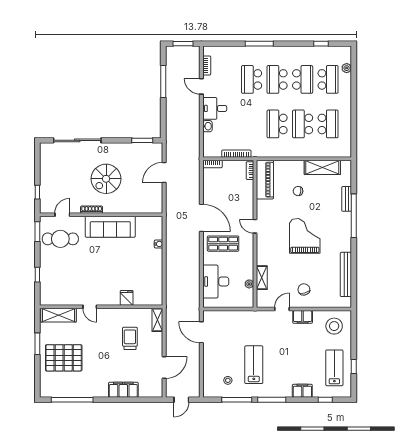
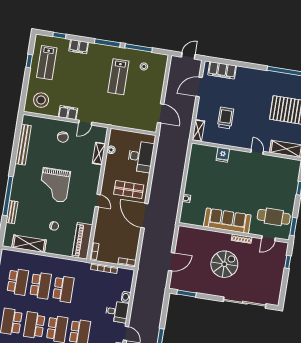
school desk: (328, 124) -> (18, 282), turned 180
trolley: (130, 338) -> (226, 118), turned 180
filing cabinet: (123, 390) -> (222, 70), moved

